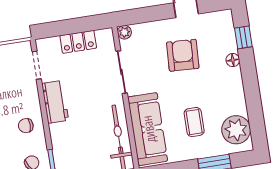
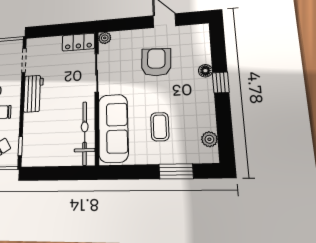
window: (243, 37) -> (221, 83), moved
locker: (78, 42) -> (78, 42), moved
plant: (236, 130) -> (209, 139), width x0.53, depth x0.53

